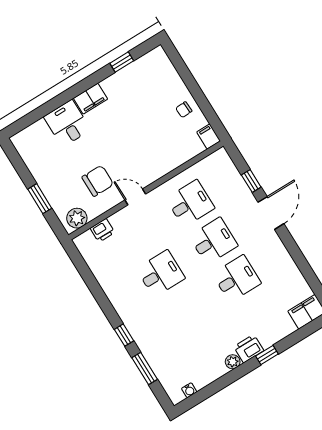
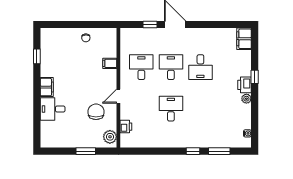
filing cabinet: (209, 137) -> (110, 63), moved
desk: (237, 278) -> (200, 67), turned 180

